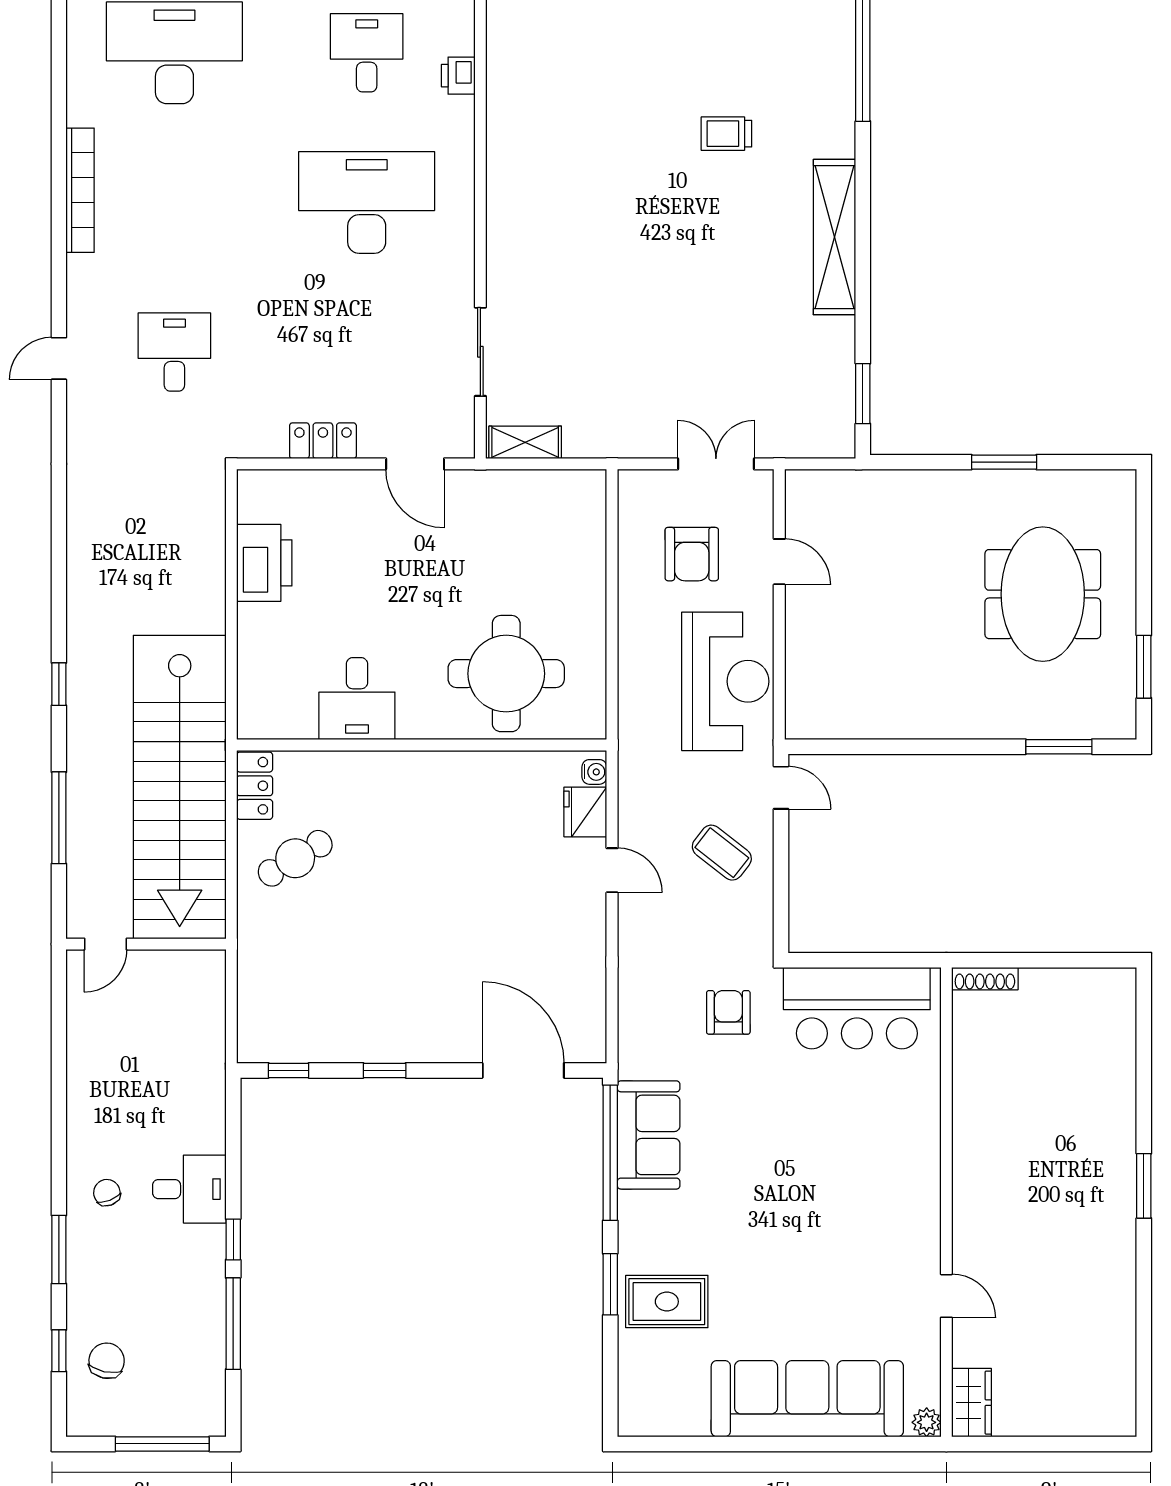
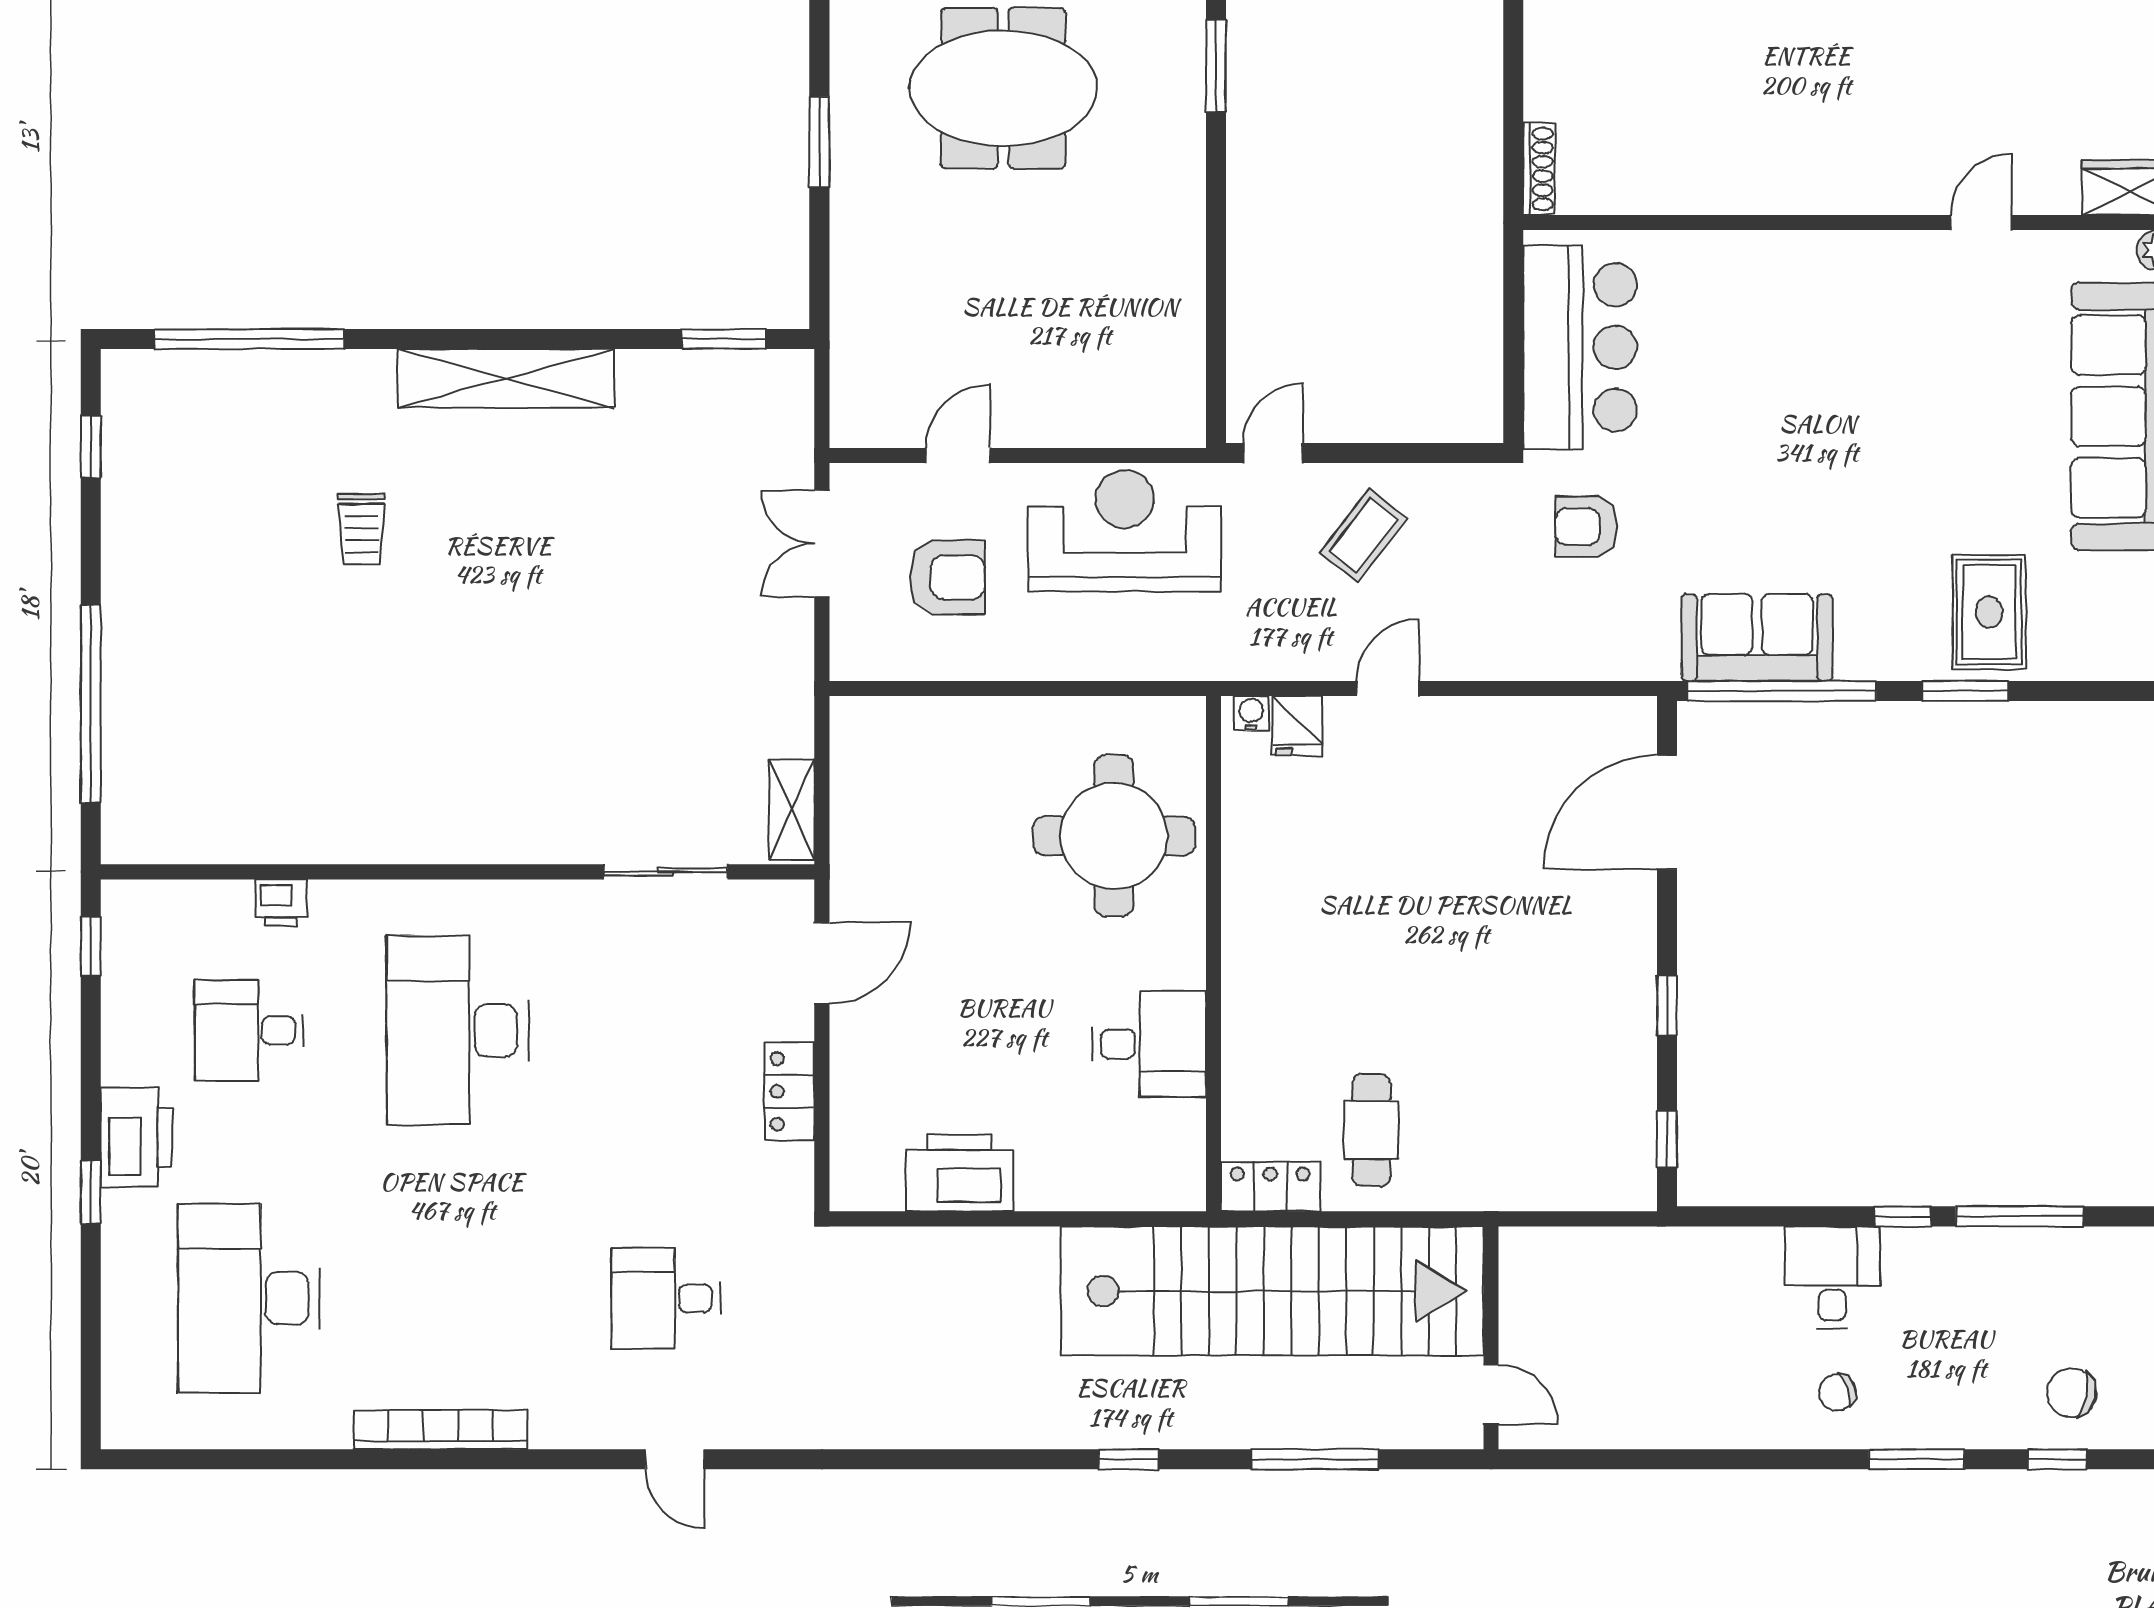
fridge: (585, 812) -> (1297, 726), width x0.72
cafe table: (295, 858) -> (1371, 1130), turned 31

